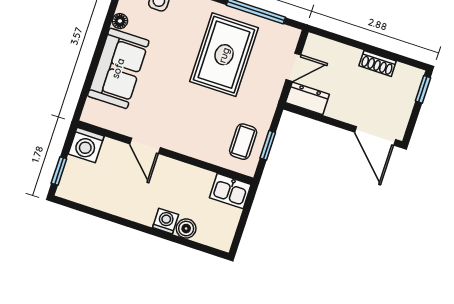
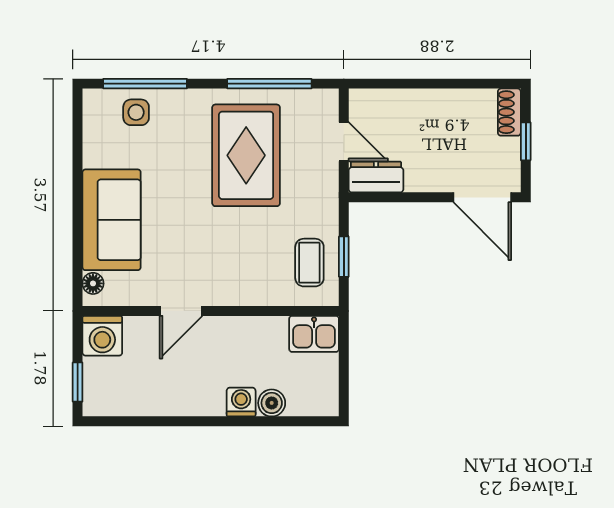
floor lamp: (120, 21) -> (93, 283), moved
shoe rack: (378, 63) -> (509, 112), moved, turned 90
door: (293, 67) -> (344, 142), hinge flipped
window: (423, 89) -> (526, 141), moved
door: (145, 146) -> (181, 311), hinge flipped

